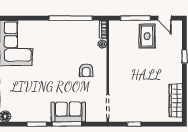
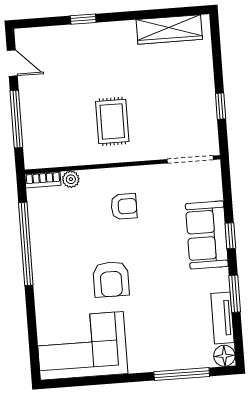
door: (164, 18) -> (12, 63), hinge flipped
rug: (147, 36) -> (112, 121), moved, turned 90
armchair: (49, 61) -> (111, 279), added
tv unit: (25, 117) -> (222, 318), added
window: (67, 124) -> (230, 236), width x0.46

